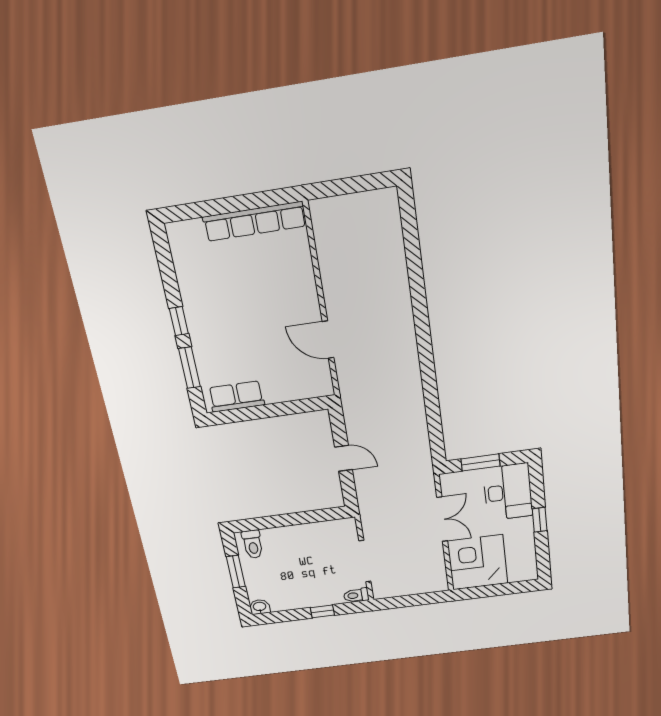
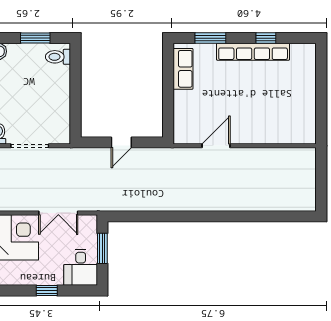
row of seats: (254, 221) -> (253, 52), moved, turned -90
window: (179, 321) -> (266, 38), moved
desk: (508, 492) -> (81, 267), width x0.73

